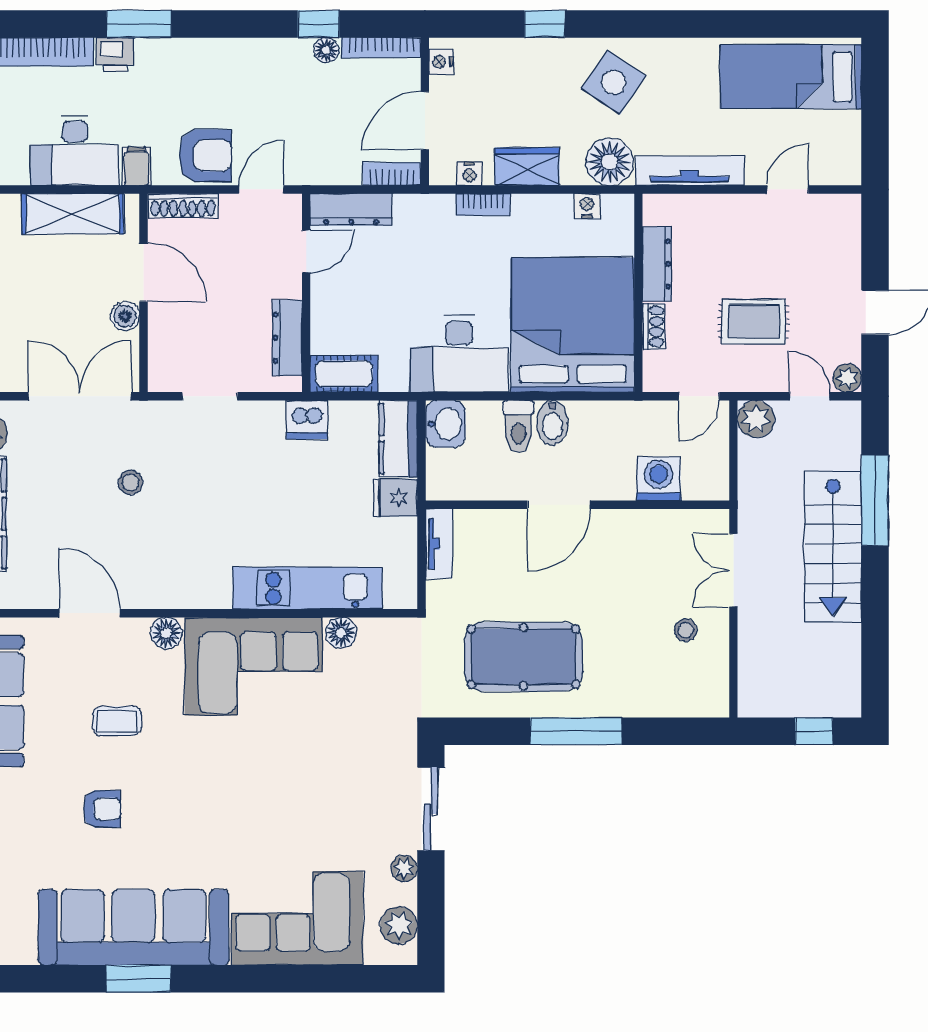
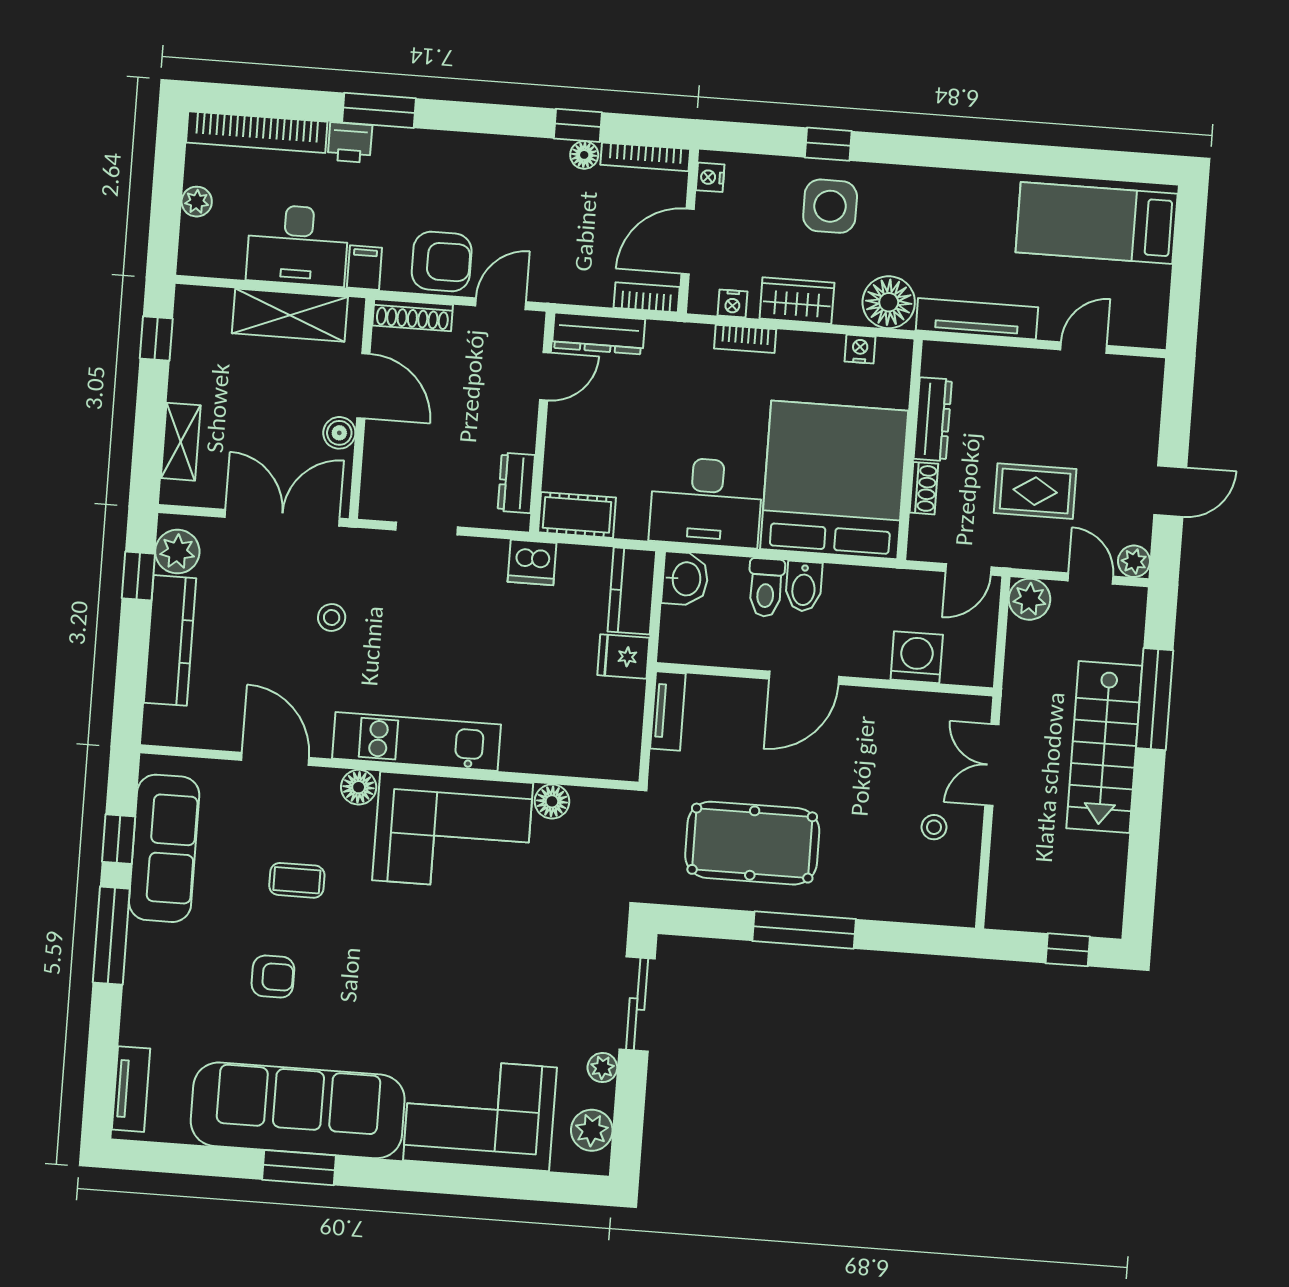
side table: (614, 82) -> (830, 206), moved, turned -34
dresser: (287, 338) -> (516, 483), width x0.70
kitchen unit: (308, 588) -> (416, 742), moved

